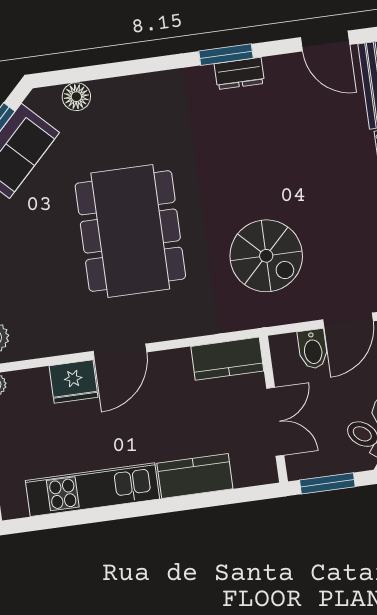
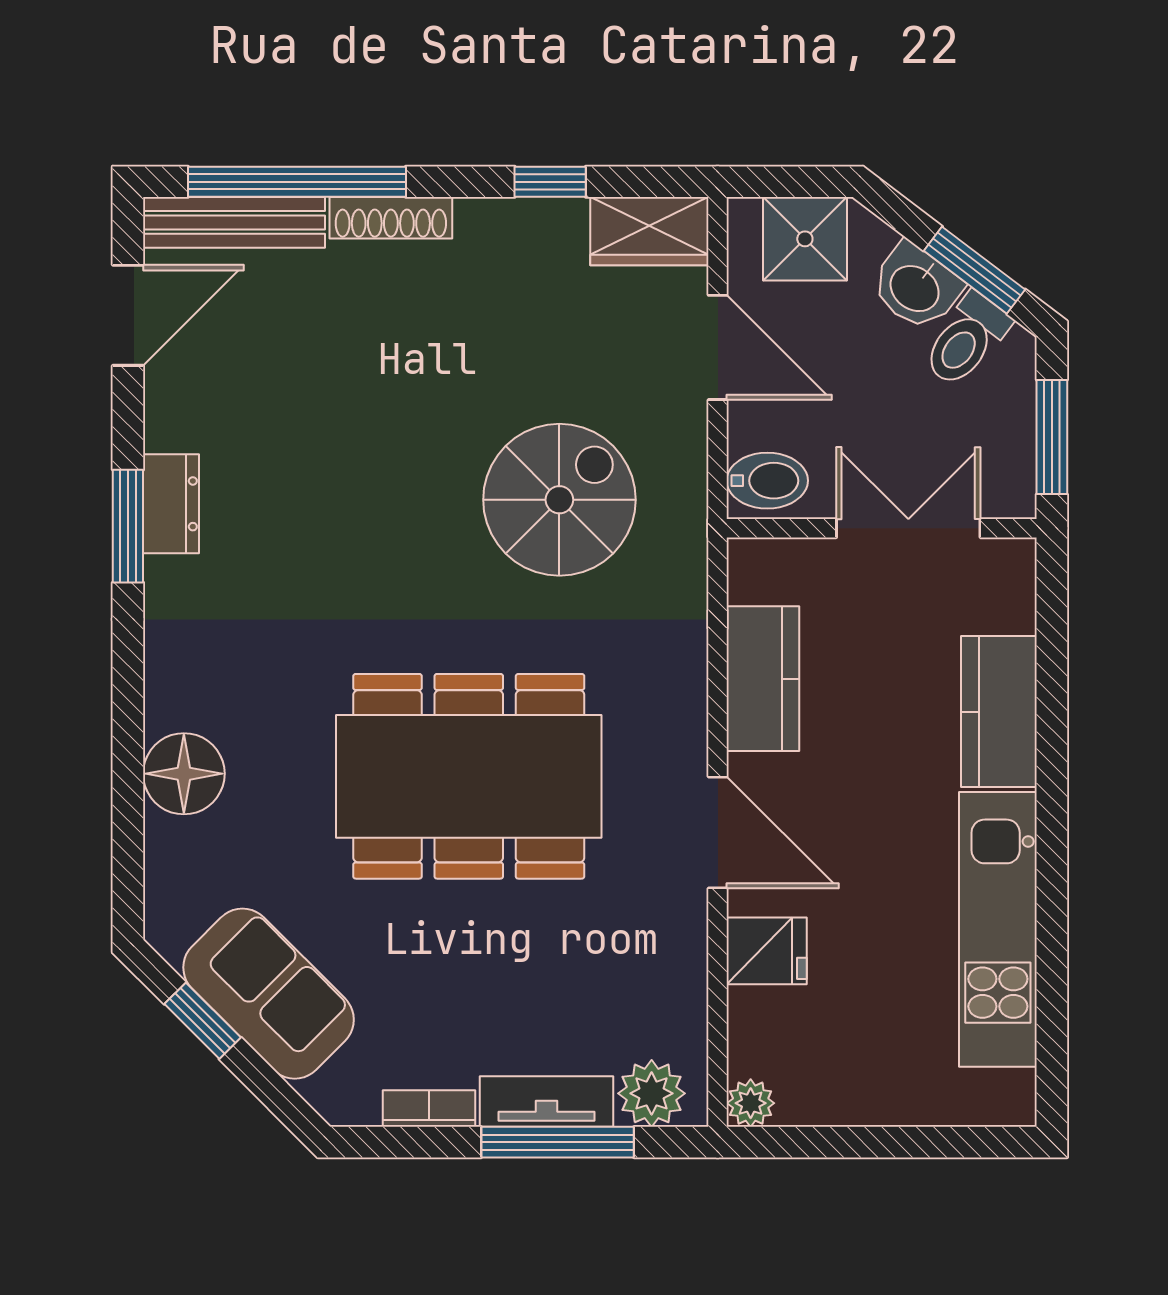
floor lamp: (76, 97) -> (184, 774), moved, width x1.38, depth x1.38
bidet: (313, 349) -> (767, 481), moved
kitchen counter: (227, 359) -> (763, 679), moved
fridge: (74, 381) -> (767, 951), width x0.72

